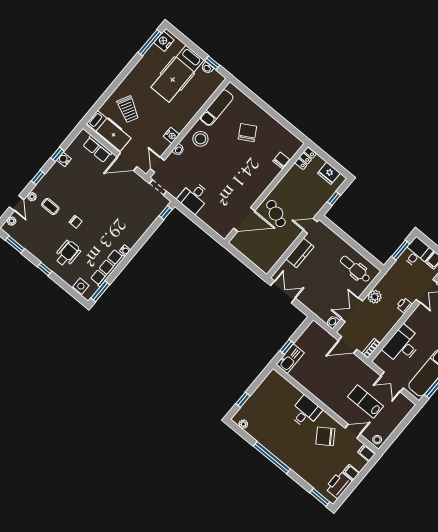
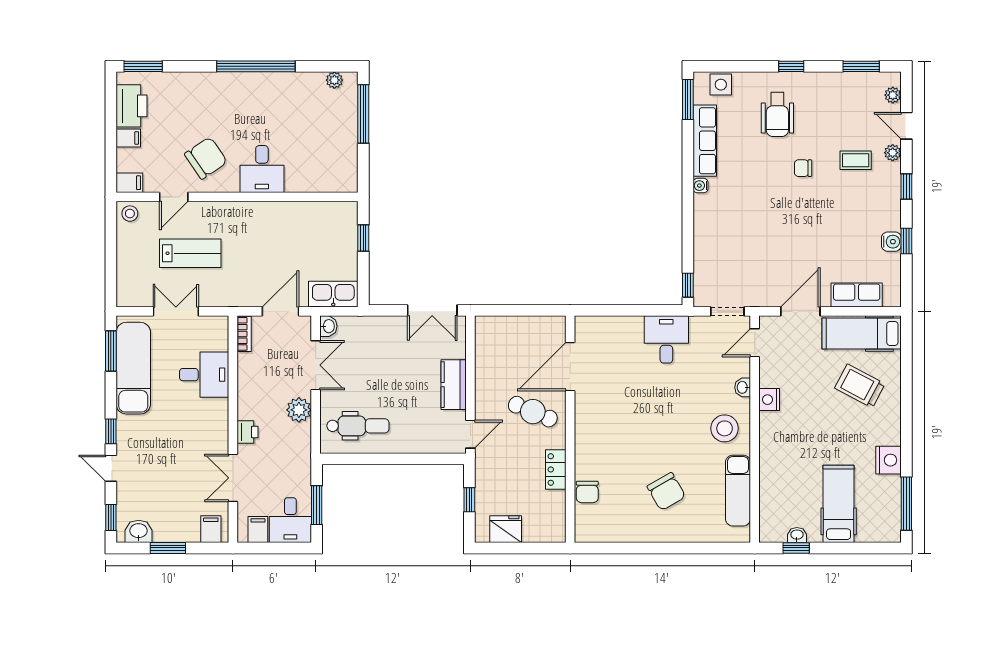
nightstand: (164, 41) -> (888, 460), moved
hospital bed: (177, 74) -> (839, 504), width x0.73, depth x0.78
locker: (305, 158) -> (556, 469), moved
door: (157, 165) -> (755, 343), swing flipped
desk: (402, 345) -> (204, 375), width x0.73
kitchen sink: (290, 359) -> (333, 294), moved, turned 90
window: (243, 400) -> (363, 114), width x2.17

